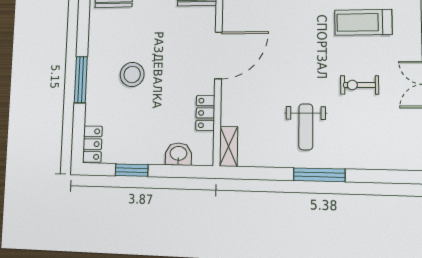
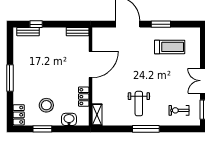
treadmill: (363, 22) -> (170, 47), turned 180
stool: (132, 74) -> (46, 105), moved
exercise bike: (360, 85) -> (179, 110), moved

